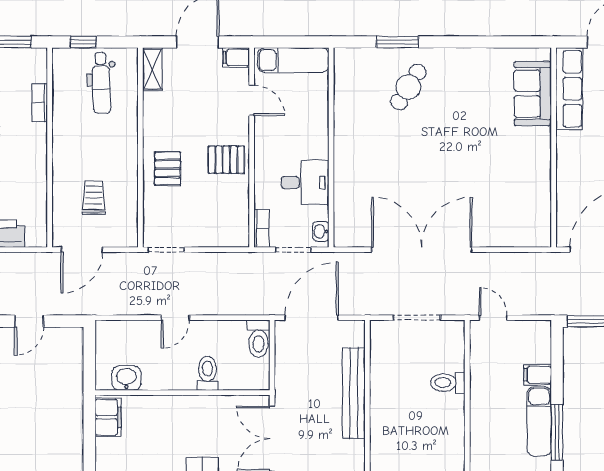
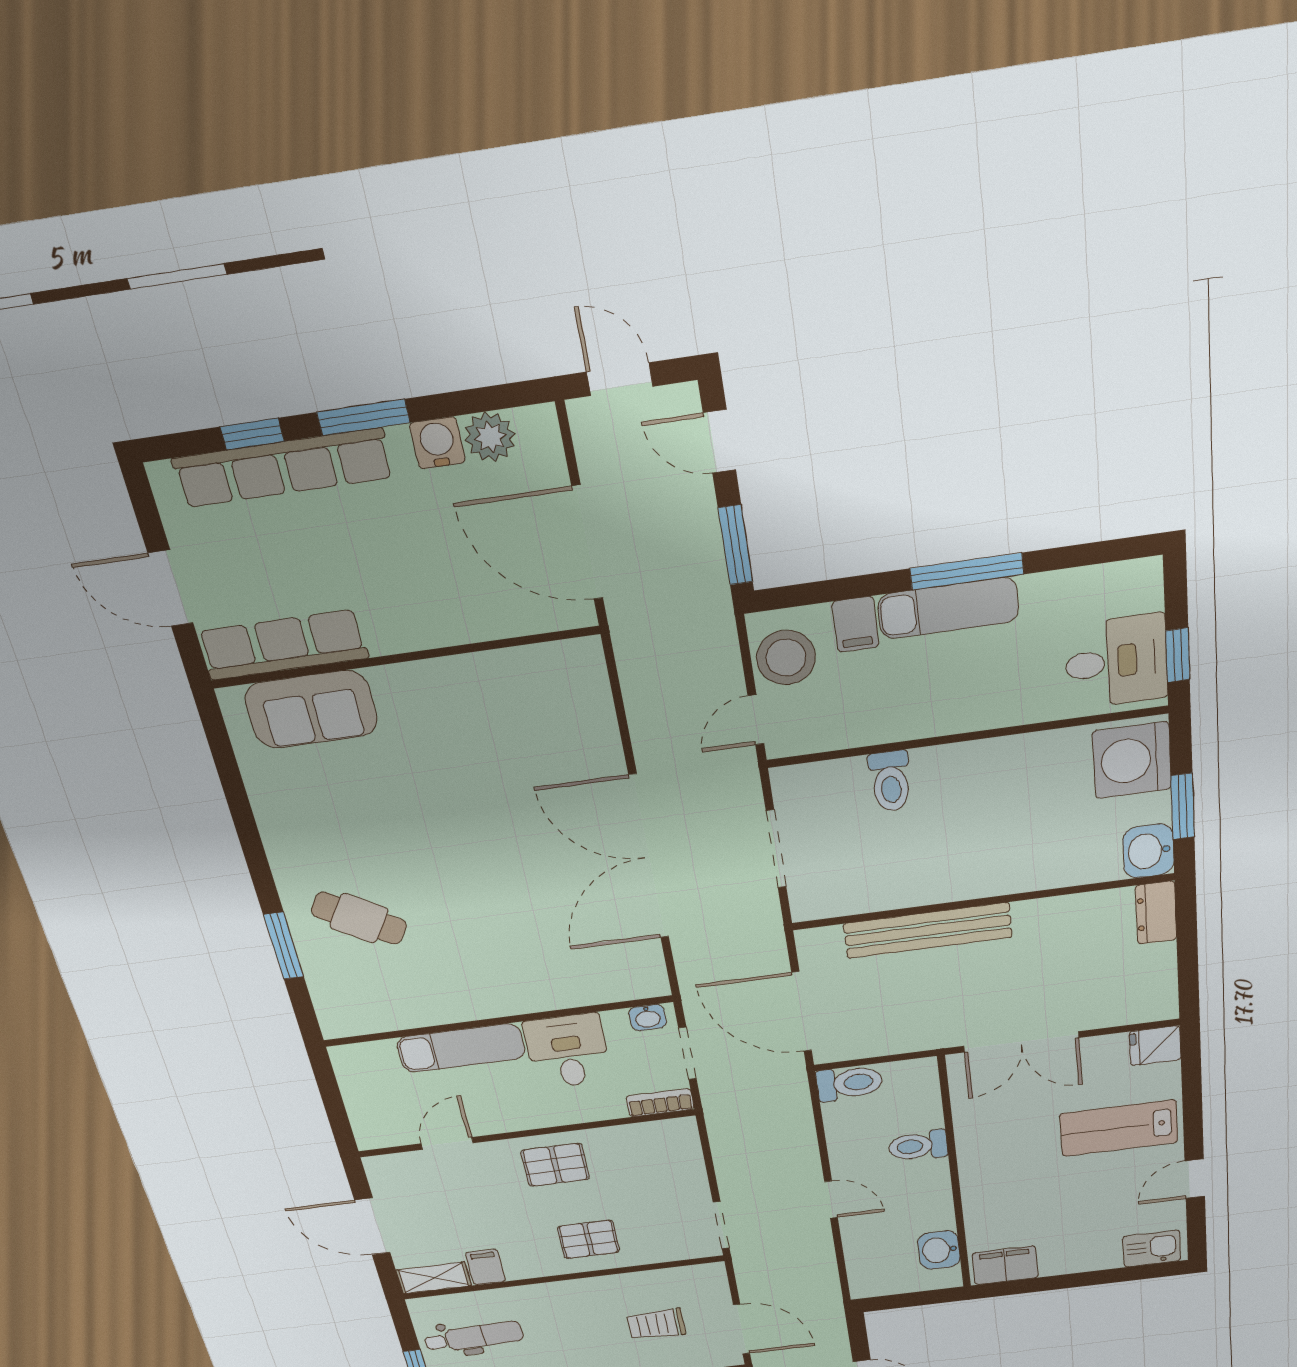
filing cabinet: (236, 57) -> (485, 1267), moved, turned 180
exam couch: (293, 60) -> (461, 1048), moved, turned 90
pallet: (226, 160) -> (555, 1165), turned 90
stool: (525, 338) -> (786, 658), added

